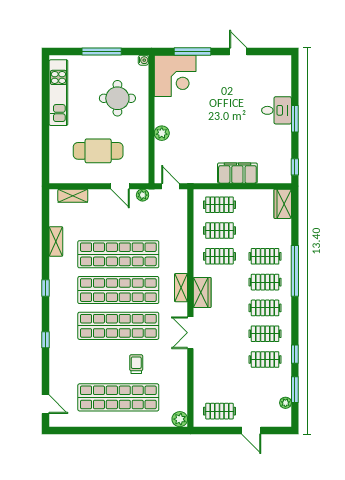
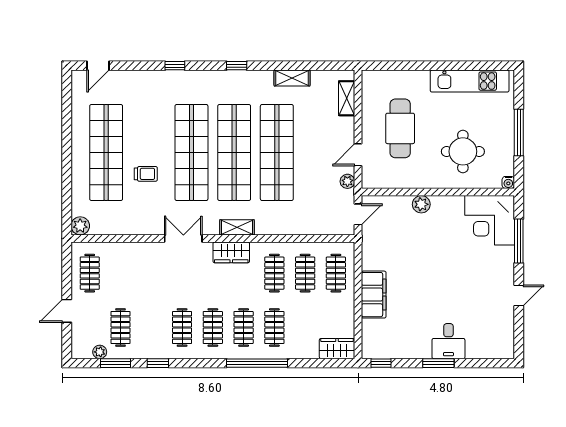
clothes rail: (265, 360) -> (120, 328), moved

